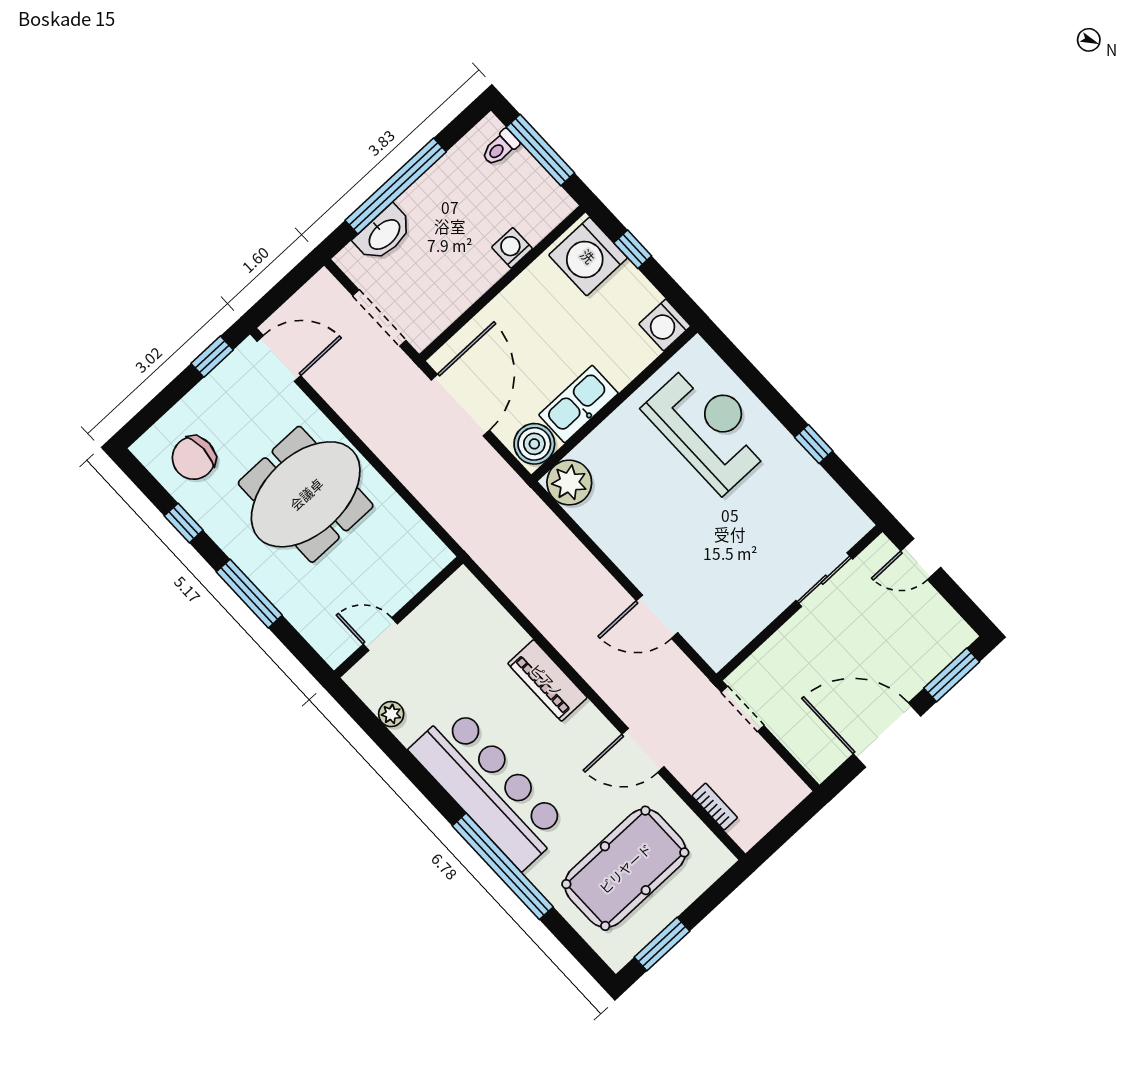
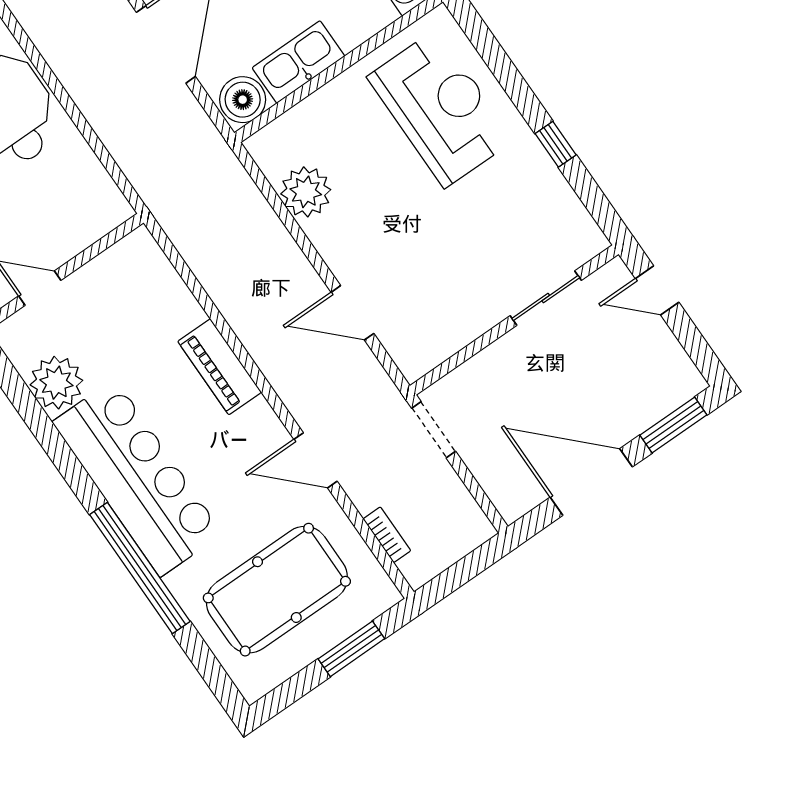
plant: (569, 483) -> (306, 192), moved
plant: (391, 714) -> (56, 383), width x1.88, depth x1.88
window: (662, 944) -> (351, 649), moved

